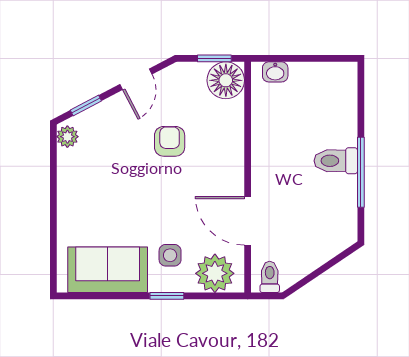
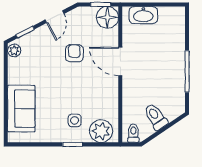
washbasin: (275, 72) -> (143, 15), width x1.91, depth x1.45
toilet: (336, 161) -> (156, 117), moved, turned 56
door: (248, 221) -> (120, 61), moved
sofa: (108, 270) -> (21, 109), moved, turned 90

